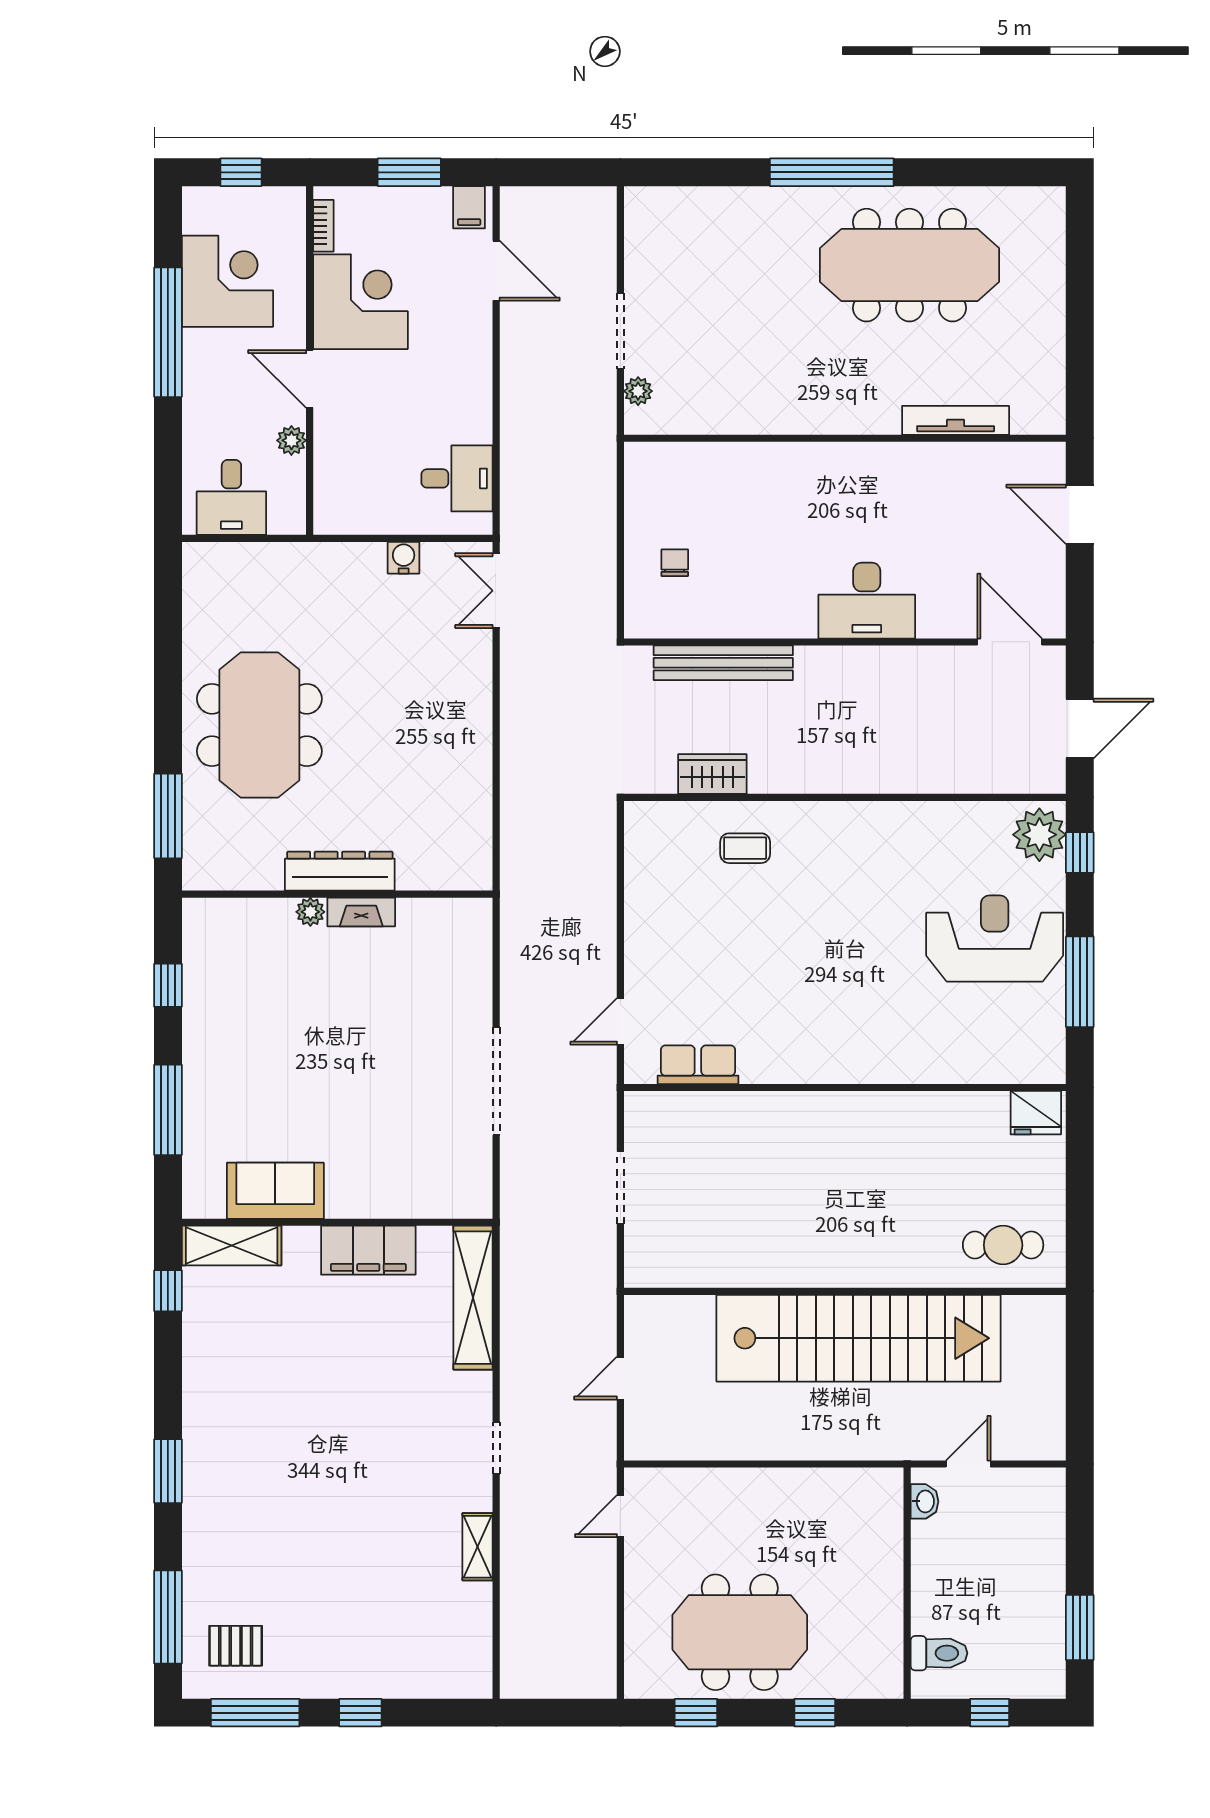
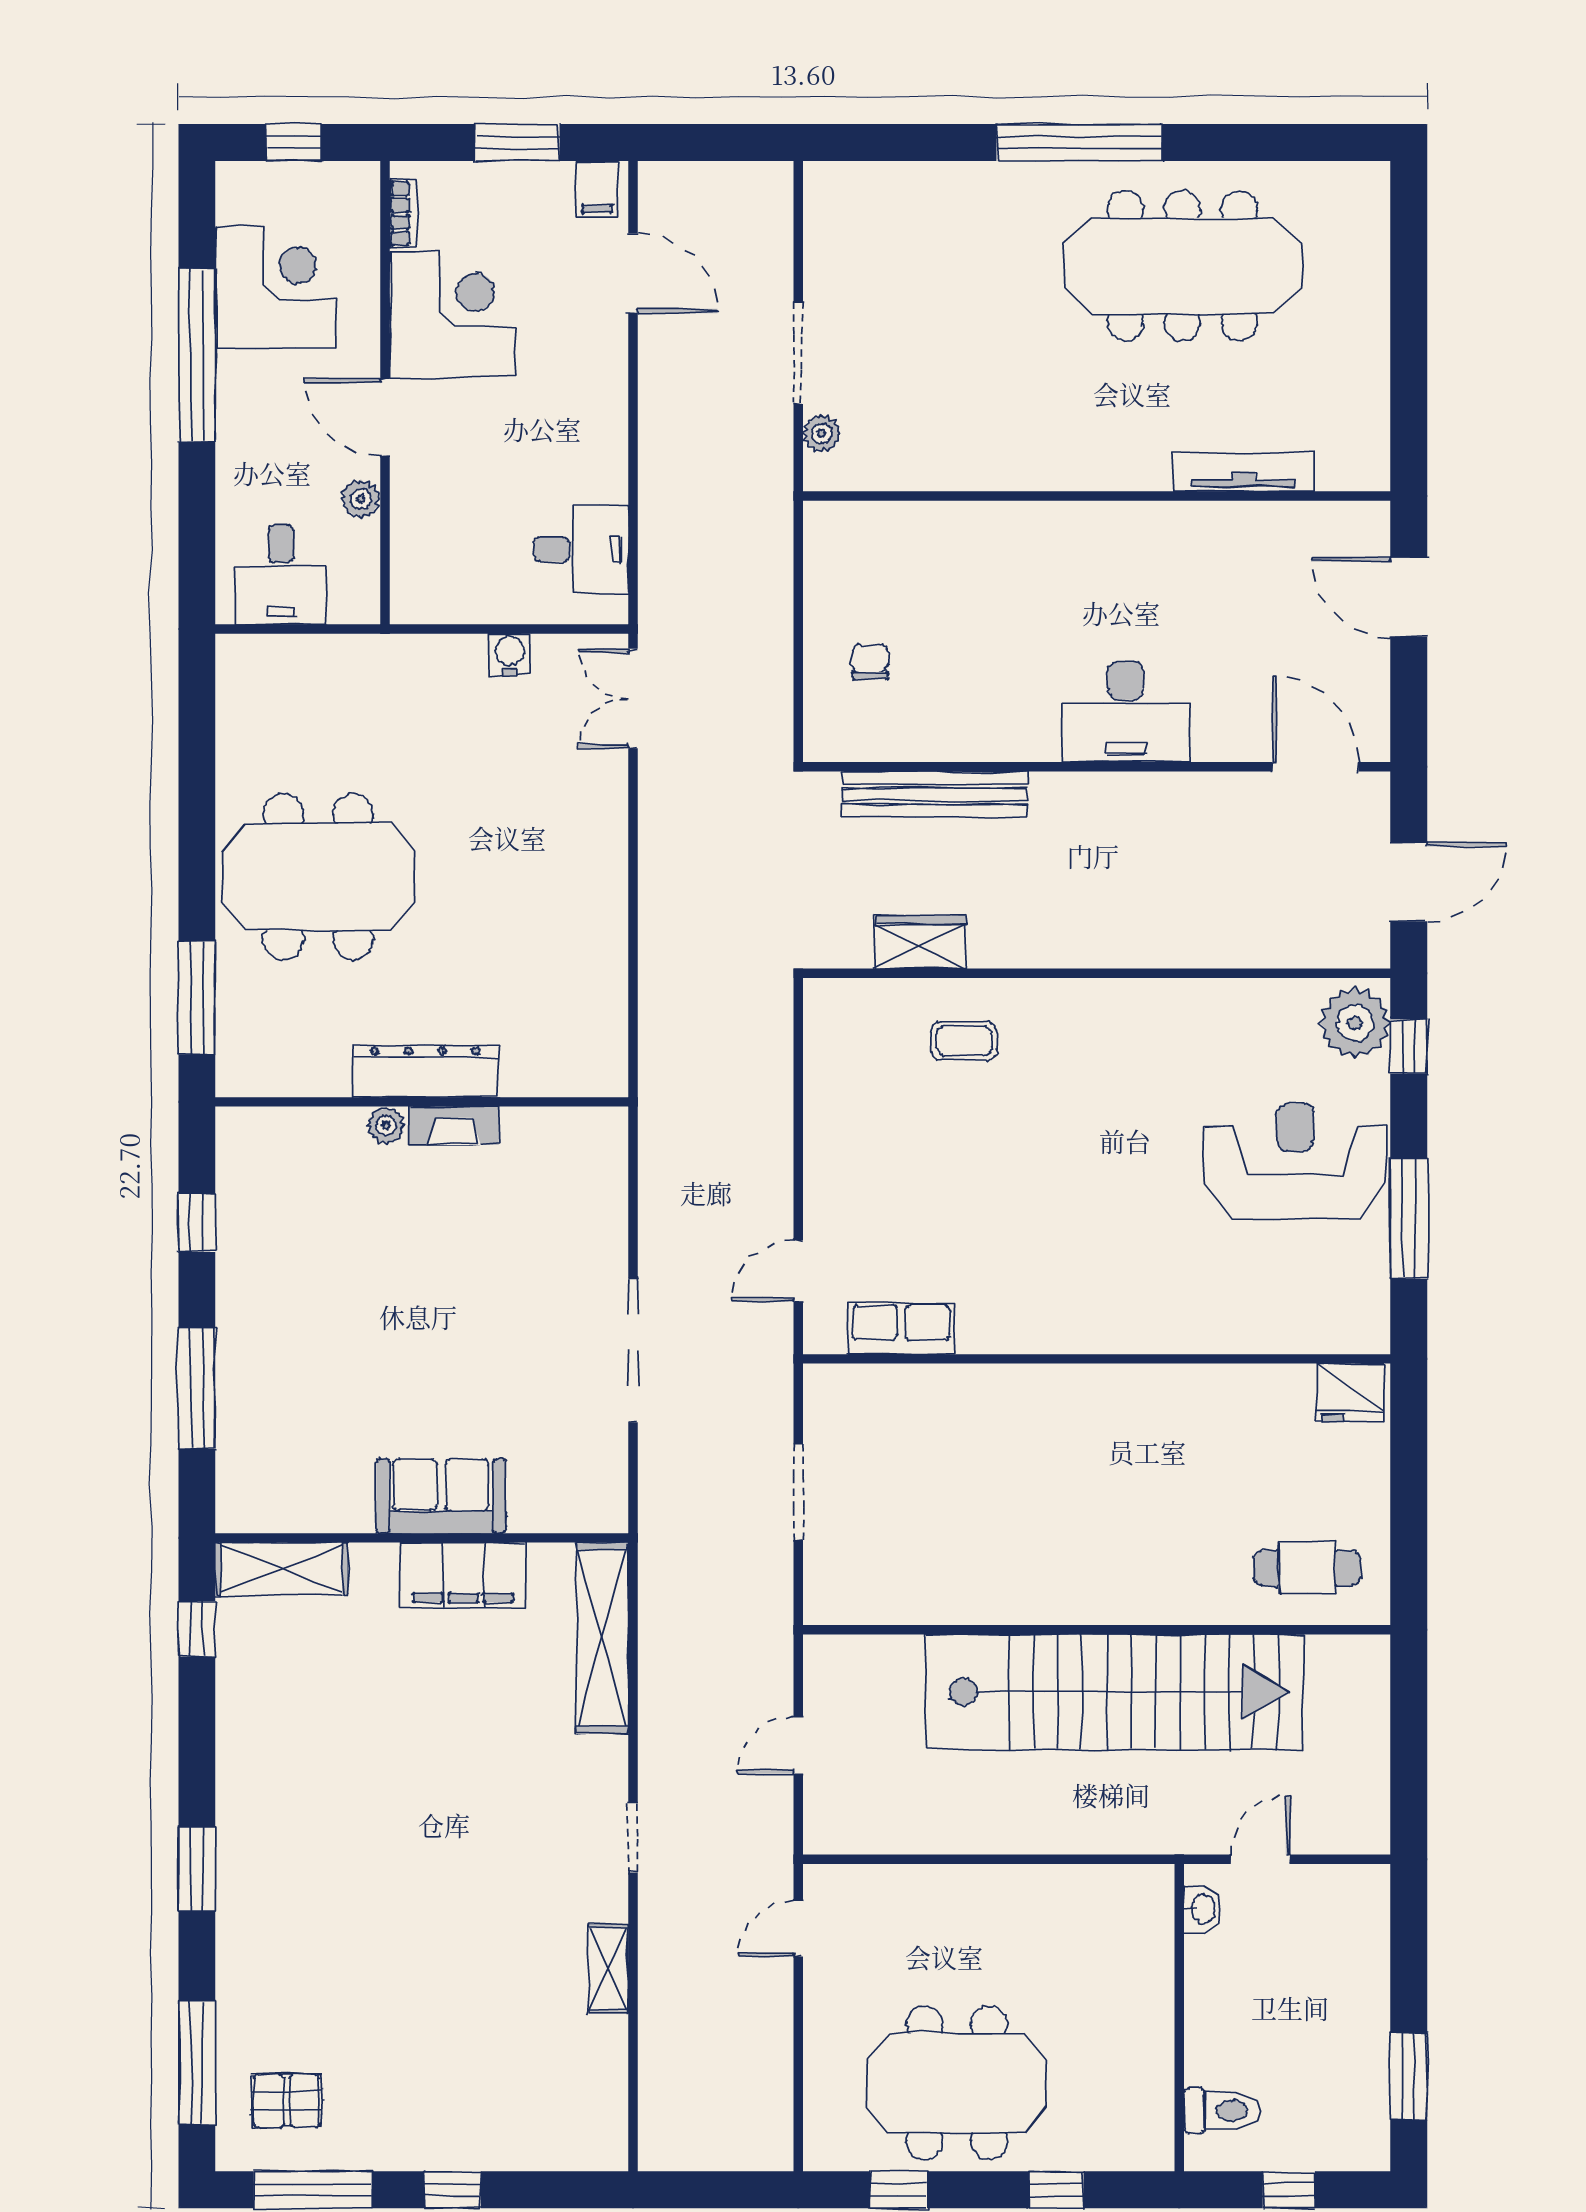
meeting table: (259, 725) -> (318, 877), turned 90
sofa: (275, 1191) -> (441, 1496), moved

